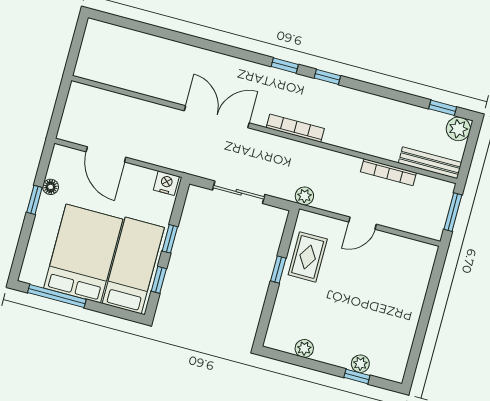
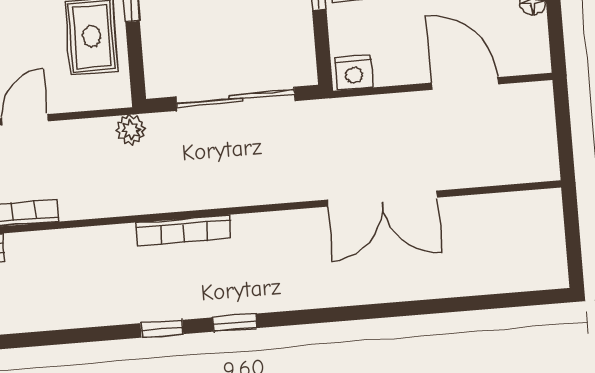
double door: (217, 117) -> (382, 199), moved
sliding door: (239, 192) -> (236, 99), width x1.37

